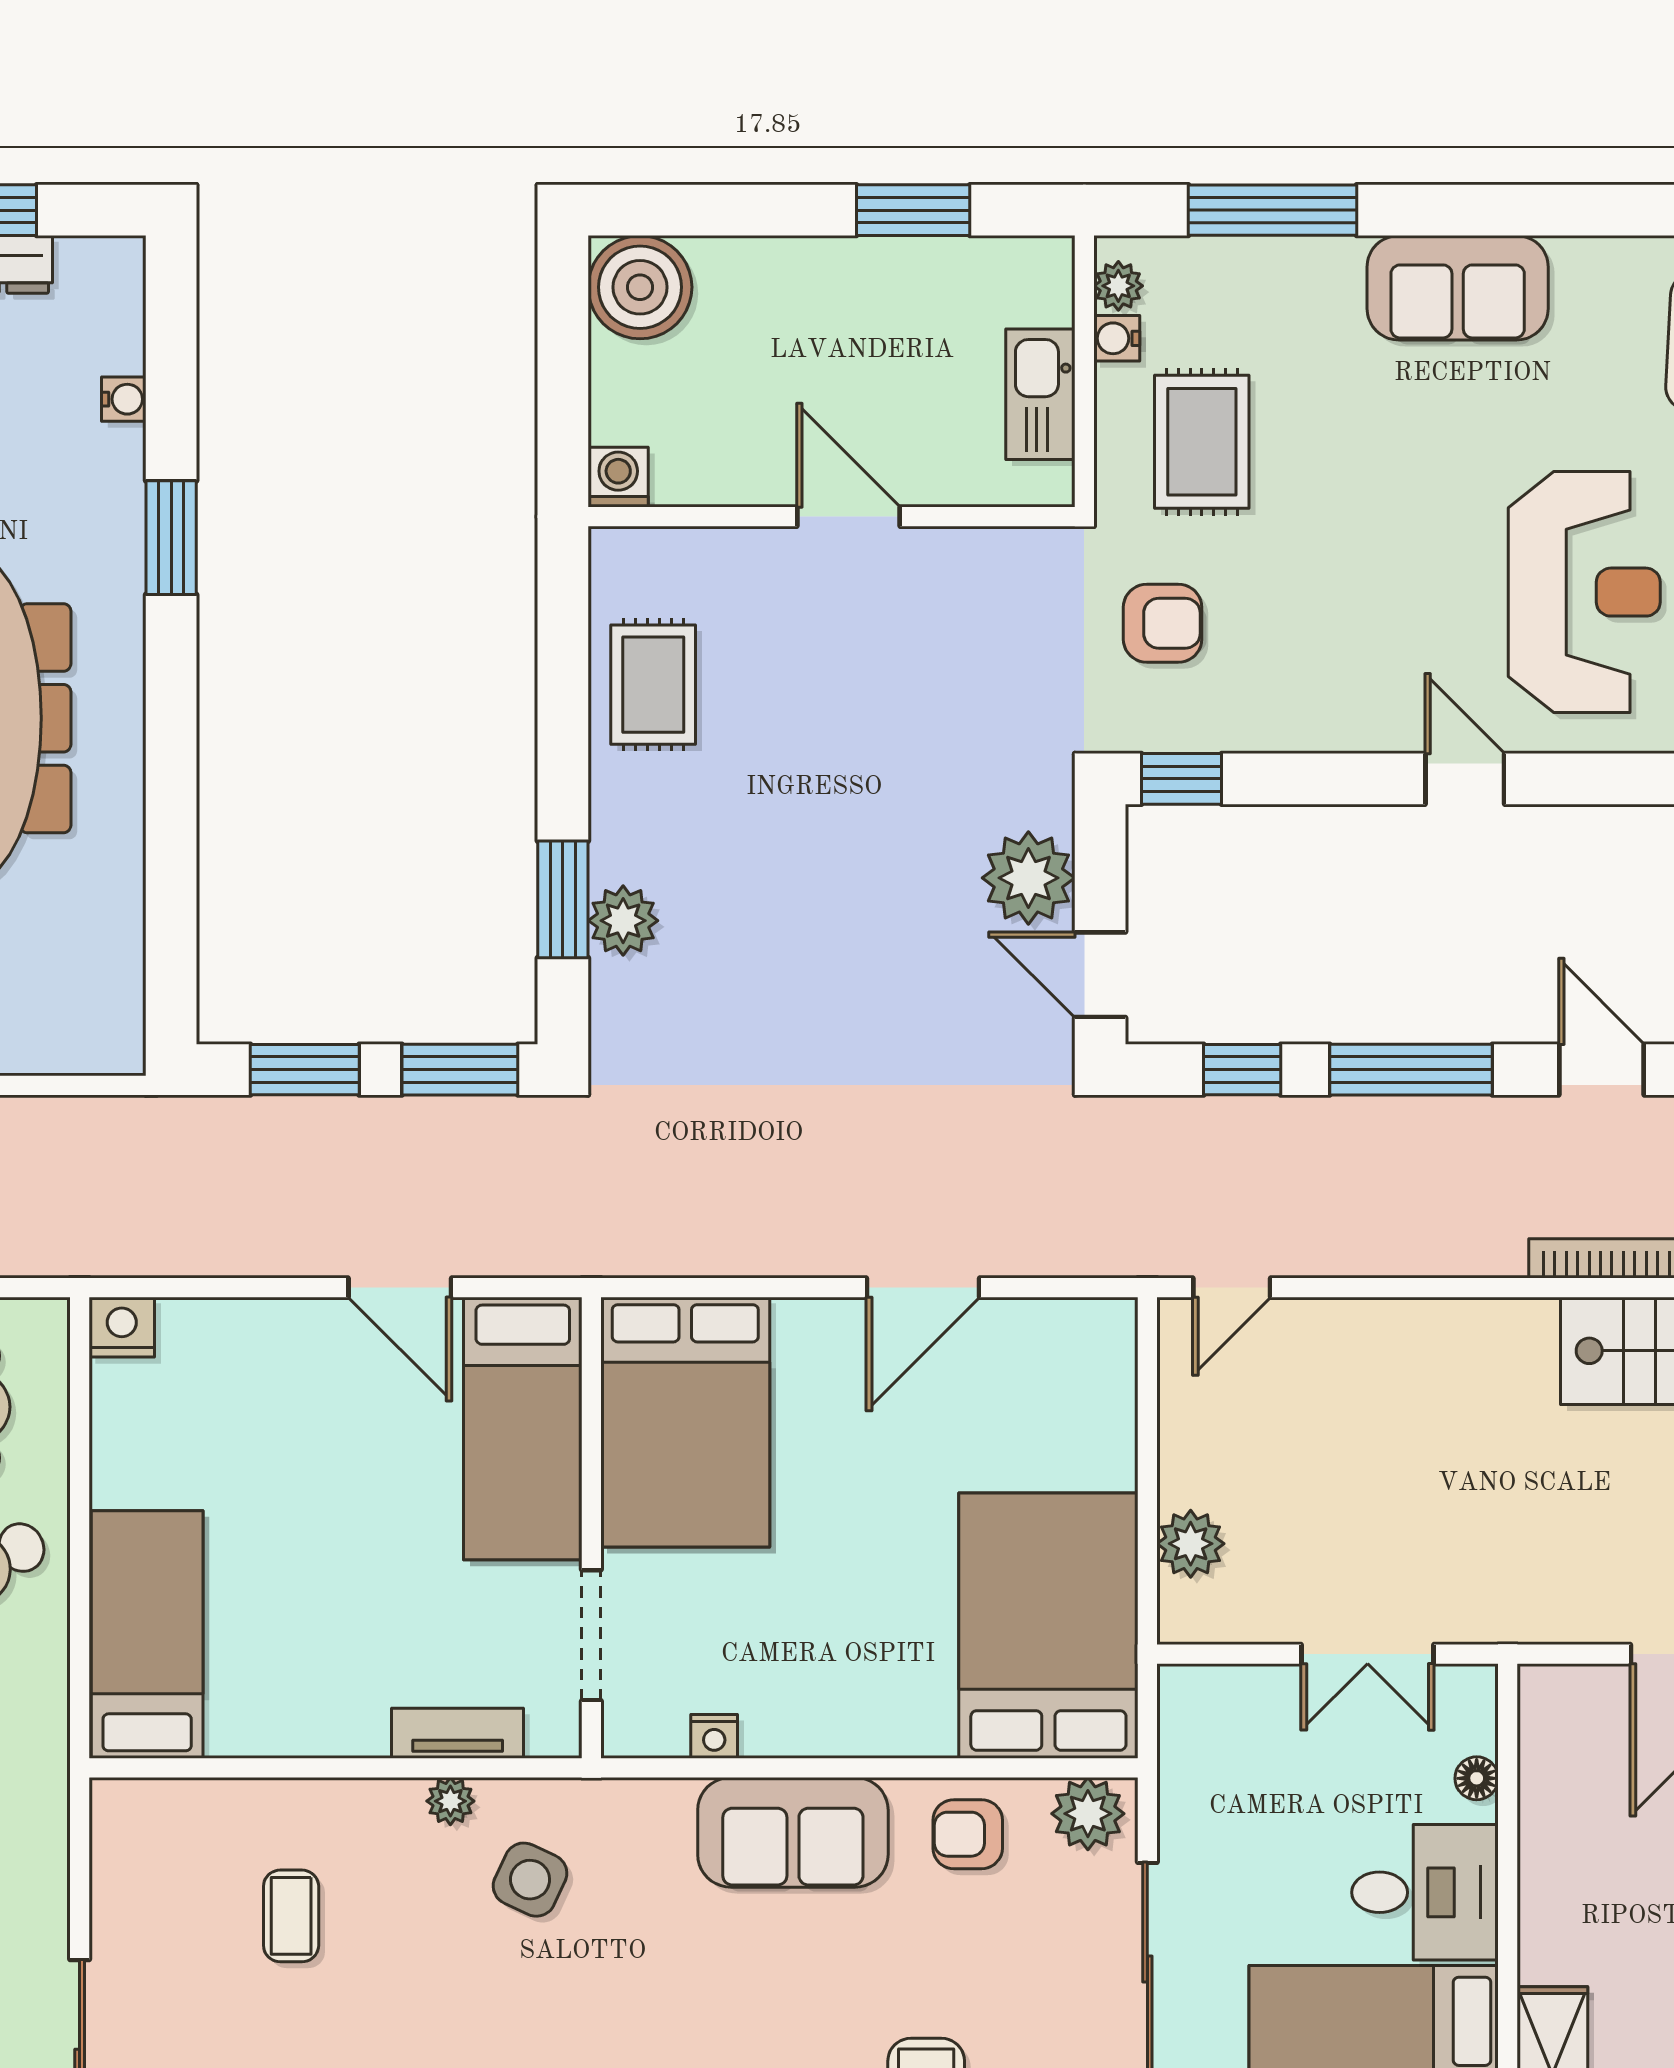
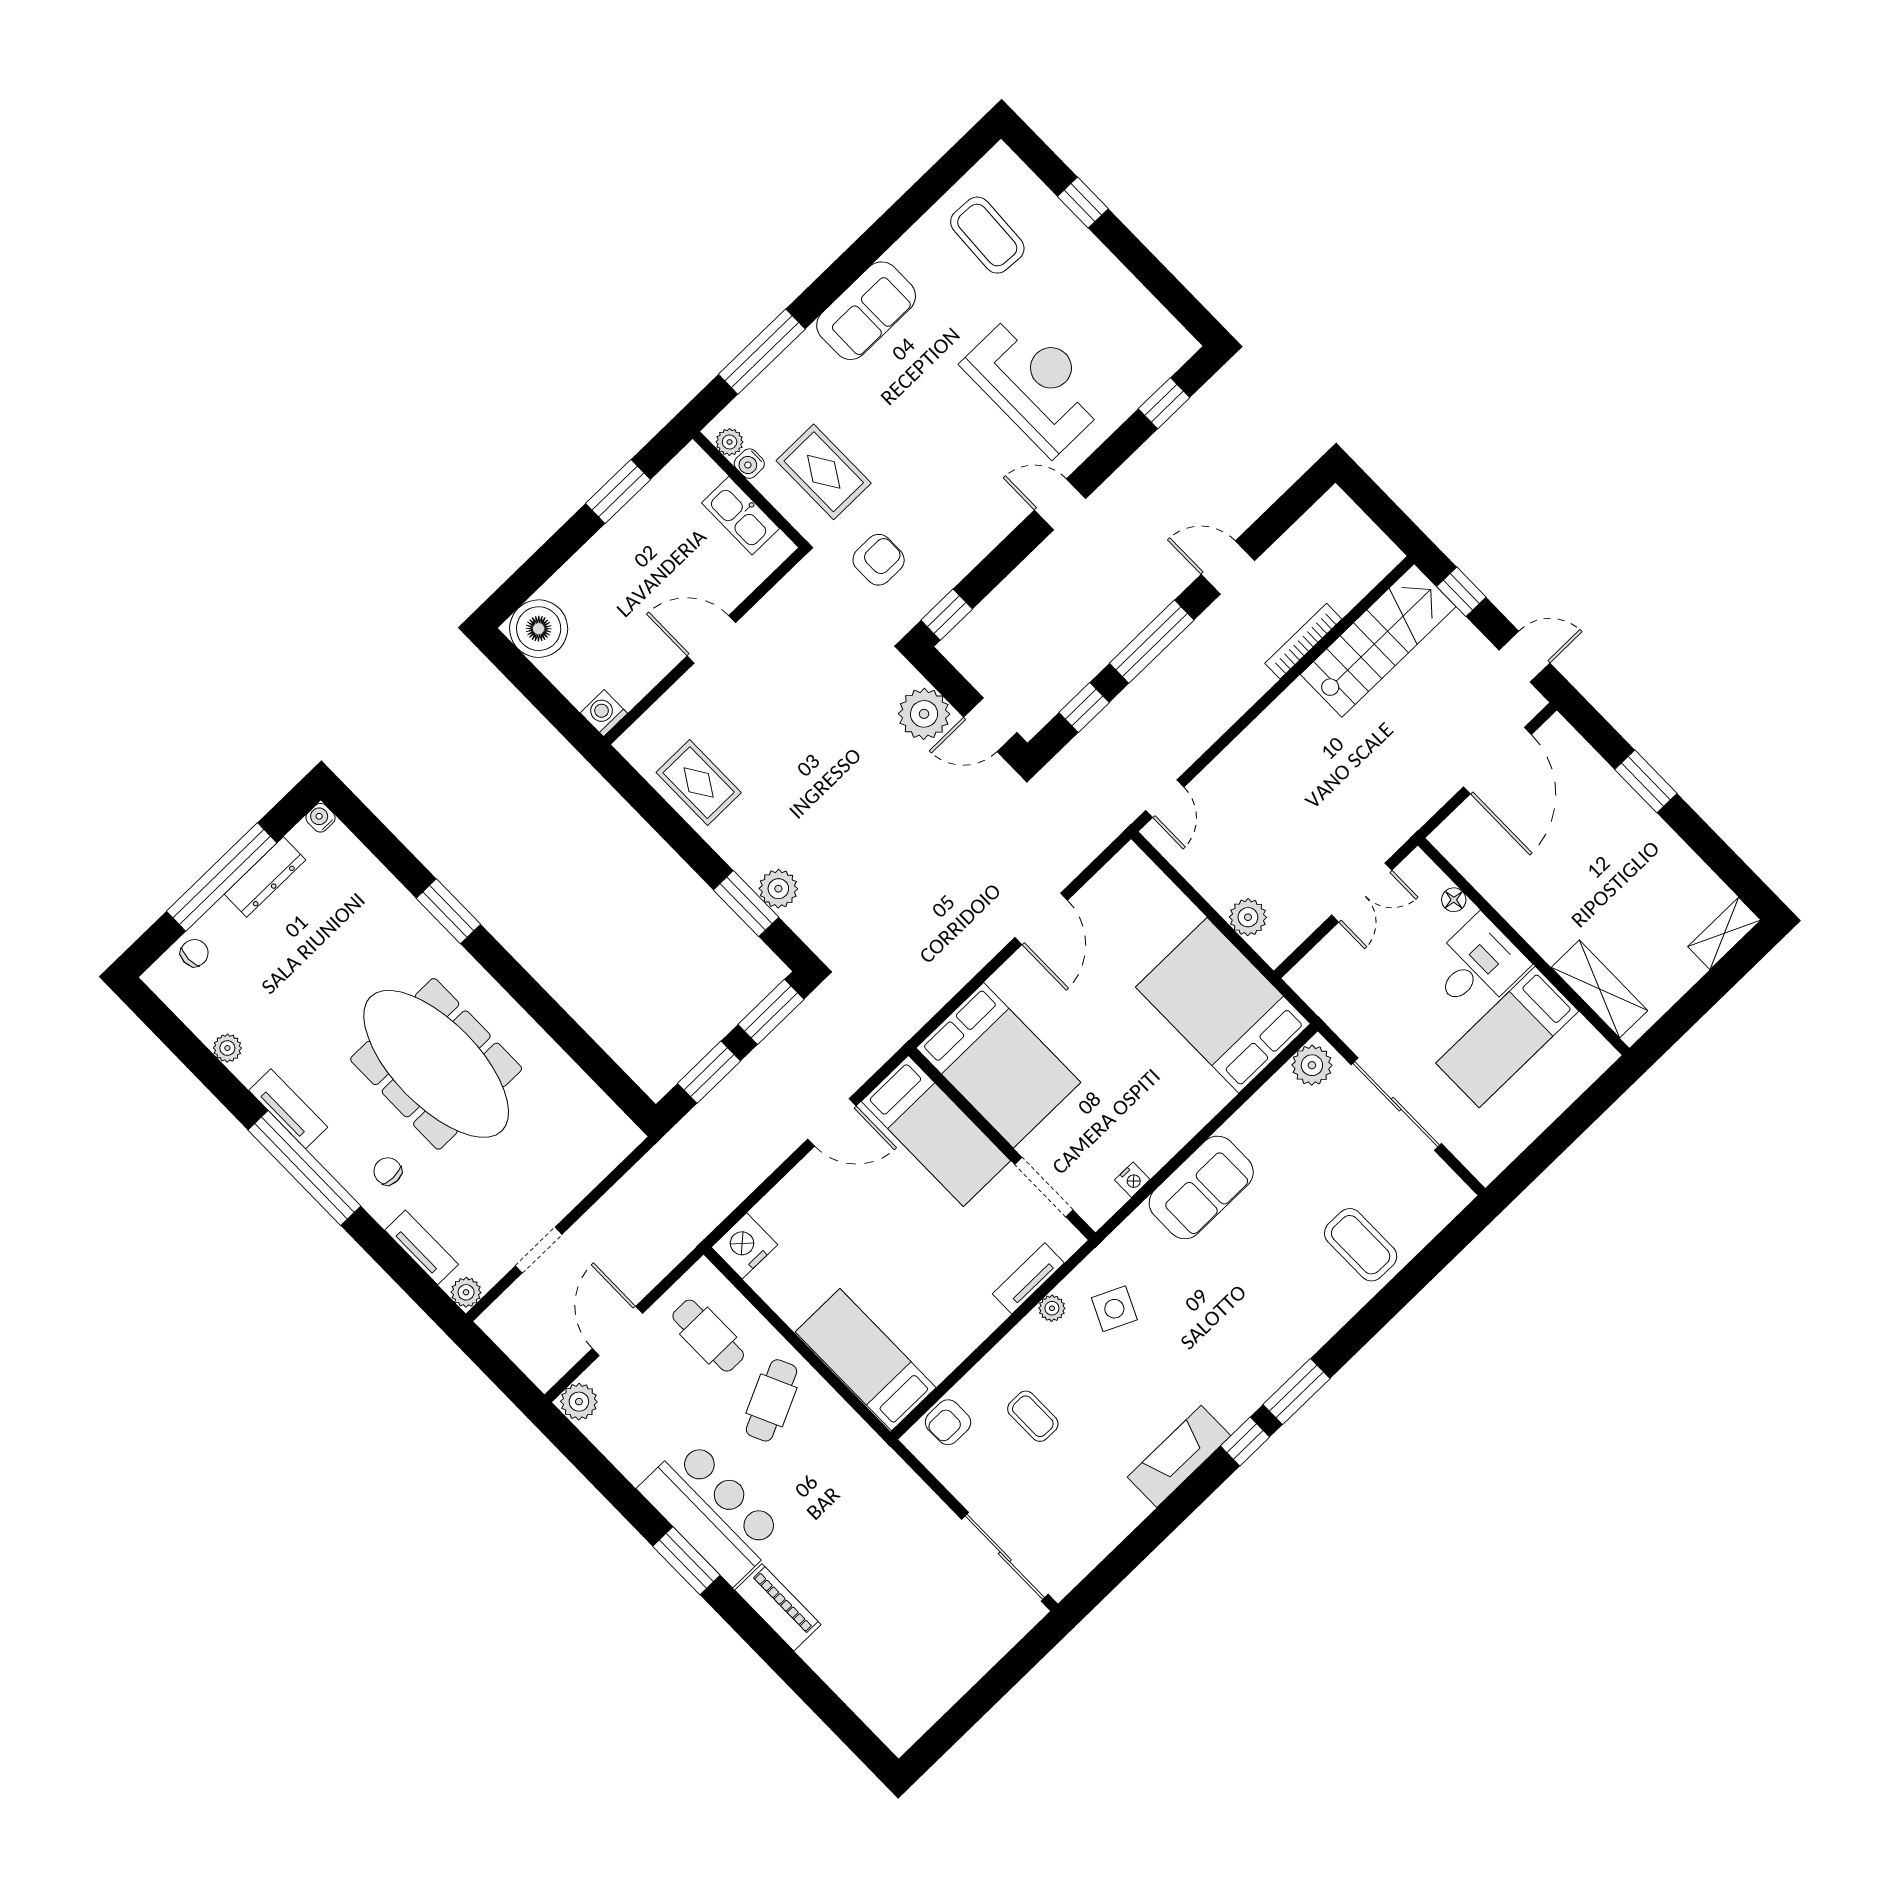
water cooler: (124, 399) -> (321, 818), moved, turned -90
nightstand: (122, 1327) -> (744, 1246), width x1.36, depth x1.33
armchair: (968, 1834) -> (948, 1422), moved

